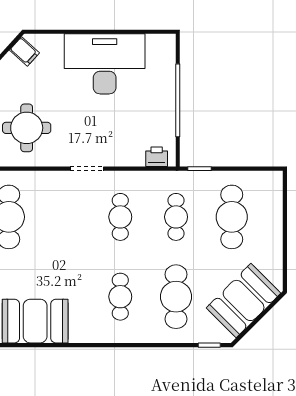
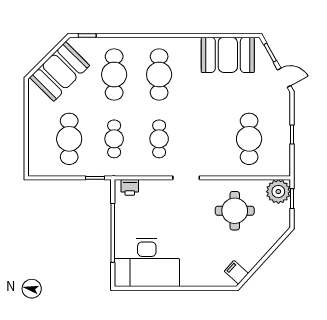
desk: (105, 64) -> (147, 262), moved
cafe table: (120, 297) -> (159, 75), width x1.37, depth x1.35

